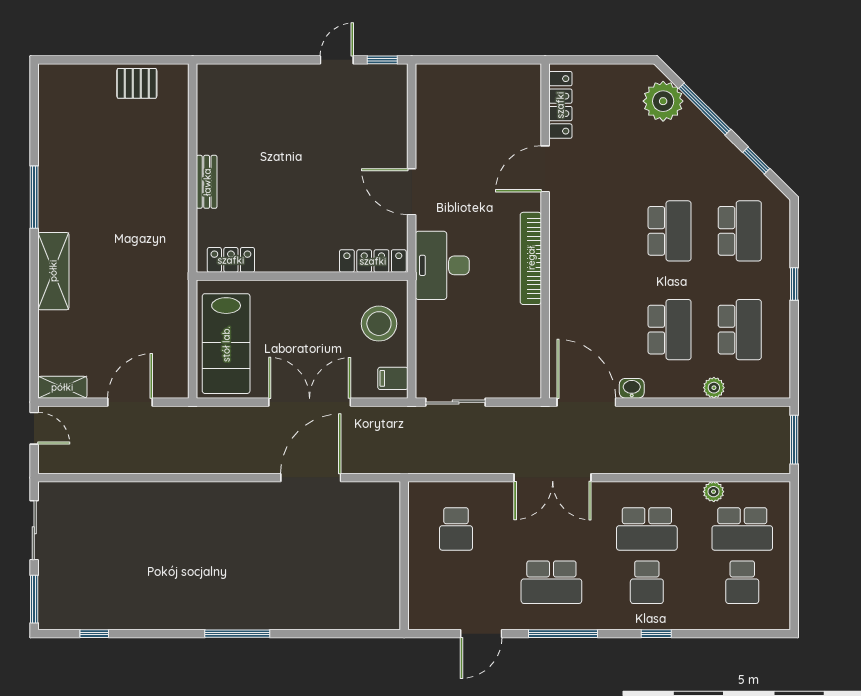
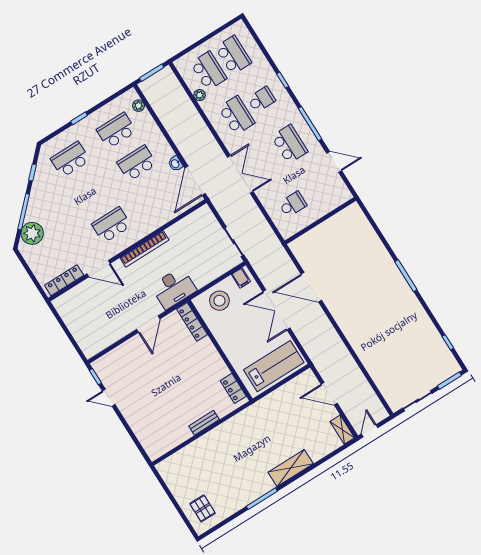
pallet: (137, 83) -> (203, 508), moved
school desk: (670, 231) -> (111, 225), moved
plant: (714, 388) -> (138, 106), moved
school desk: (742, 582) -> (233, 55), width x1.85

